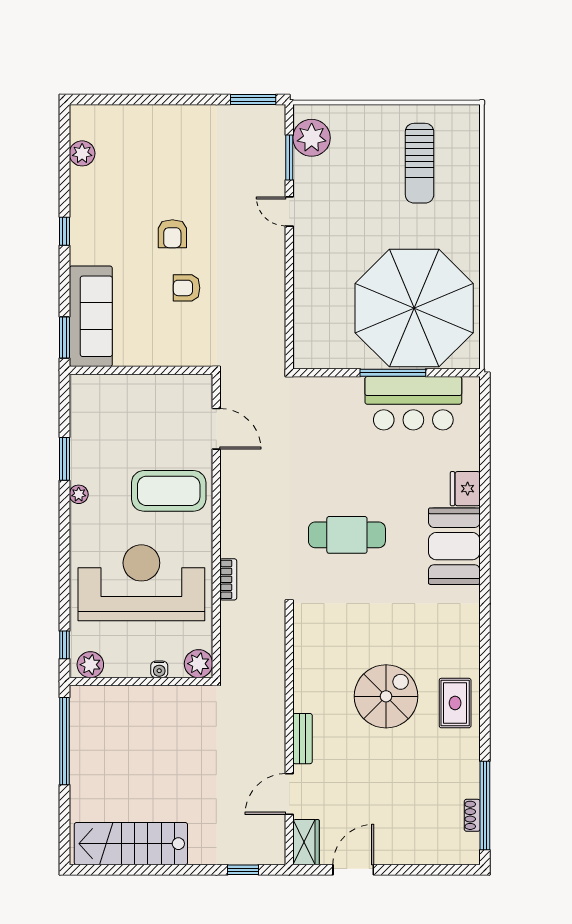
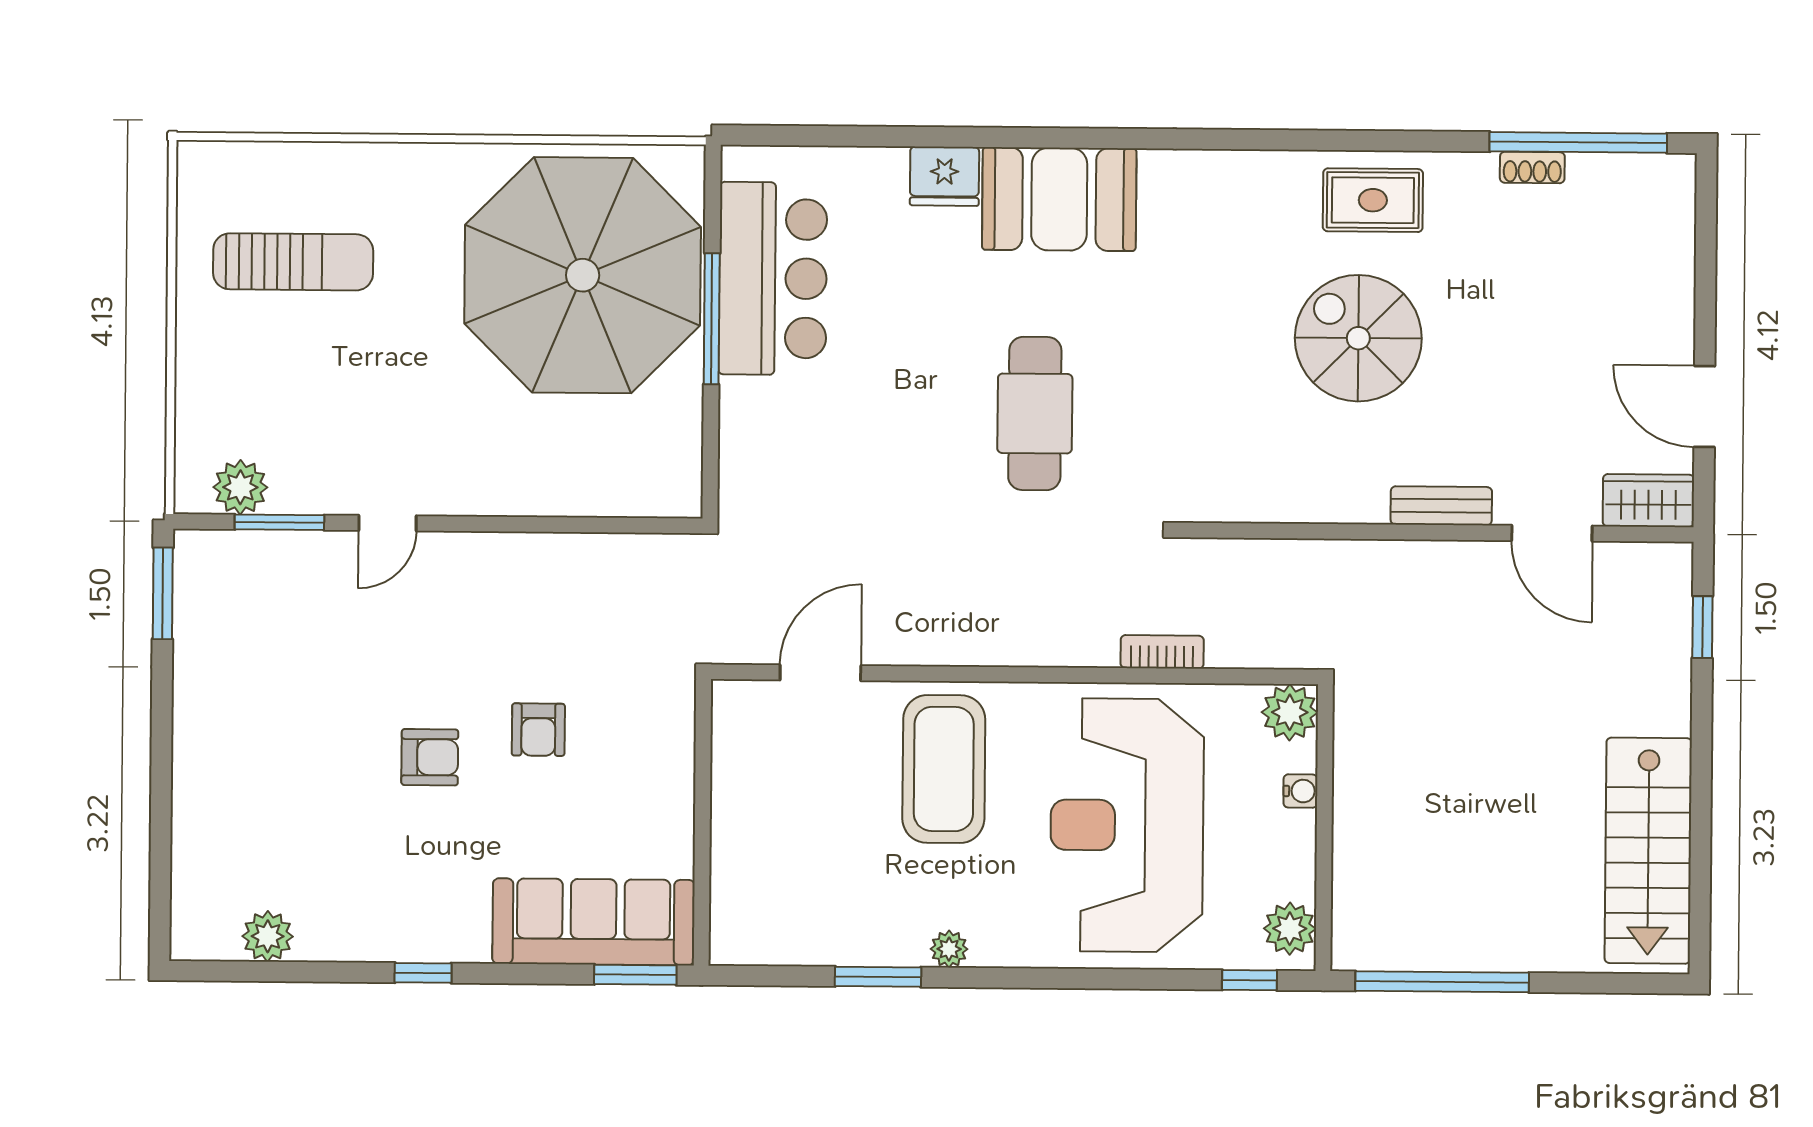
plant: (312, 138) -> (240, 487), width x0.73, depth x0.73
bookcase: (228, 579) -> (1162, 652), moved
shoe rack: (472, 815) -> (1532, 167), moved

